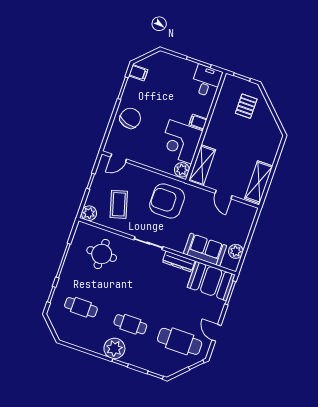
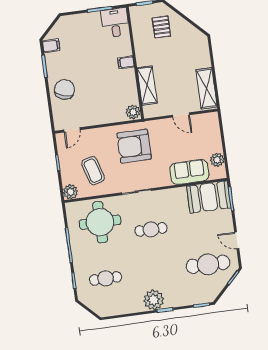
corner desk: (181, 142) -> (119, 88), removed
shelving: (202, 165) -> (147, 86), moved
round table: (102, 254) -> (100, 222), width x1.36, depth x1.36
dresser: (179, 261) -> (171, 194), removed
cafe table: (130, 324) -> (151, 229), moved

